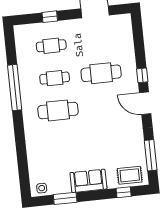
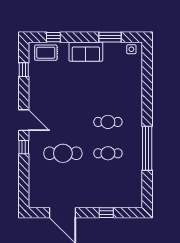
cafe table: (51, 46) -> (108, 185), removed
cafe table: (58, 110) -> (108, 122), width x0.73, depth x0.74
window: (151, 155) -> (24, 70), width x0.46

